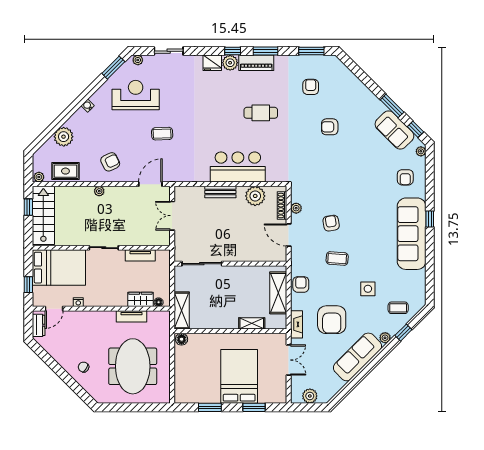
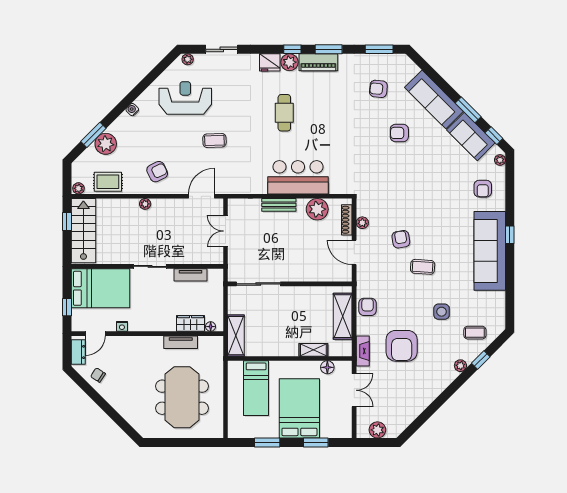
window: (113, 68) -> (93, 135), moved
armchair: (311, 87) -> (378, 89), turned -84
cafe table: (261, 113) -> (284, 113), moved, turned 90
coffee table: (337, 259) -> (423, 267), moved
floor lamp: (182, 339) -> (327, 367), moved
sofa: (357, 357) -> (434, 99), moved, turned -90
bed: (200, 358) -> (256, 388), added
chair: (84, 367) -> (98, 375), moved

